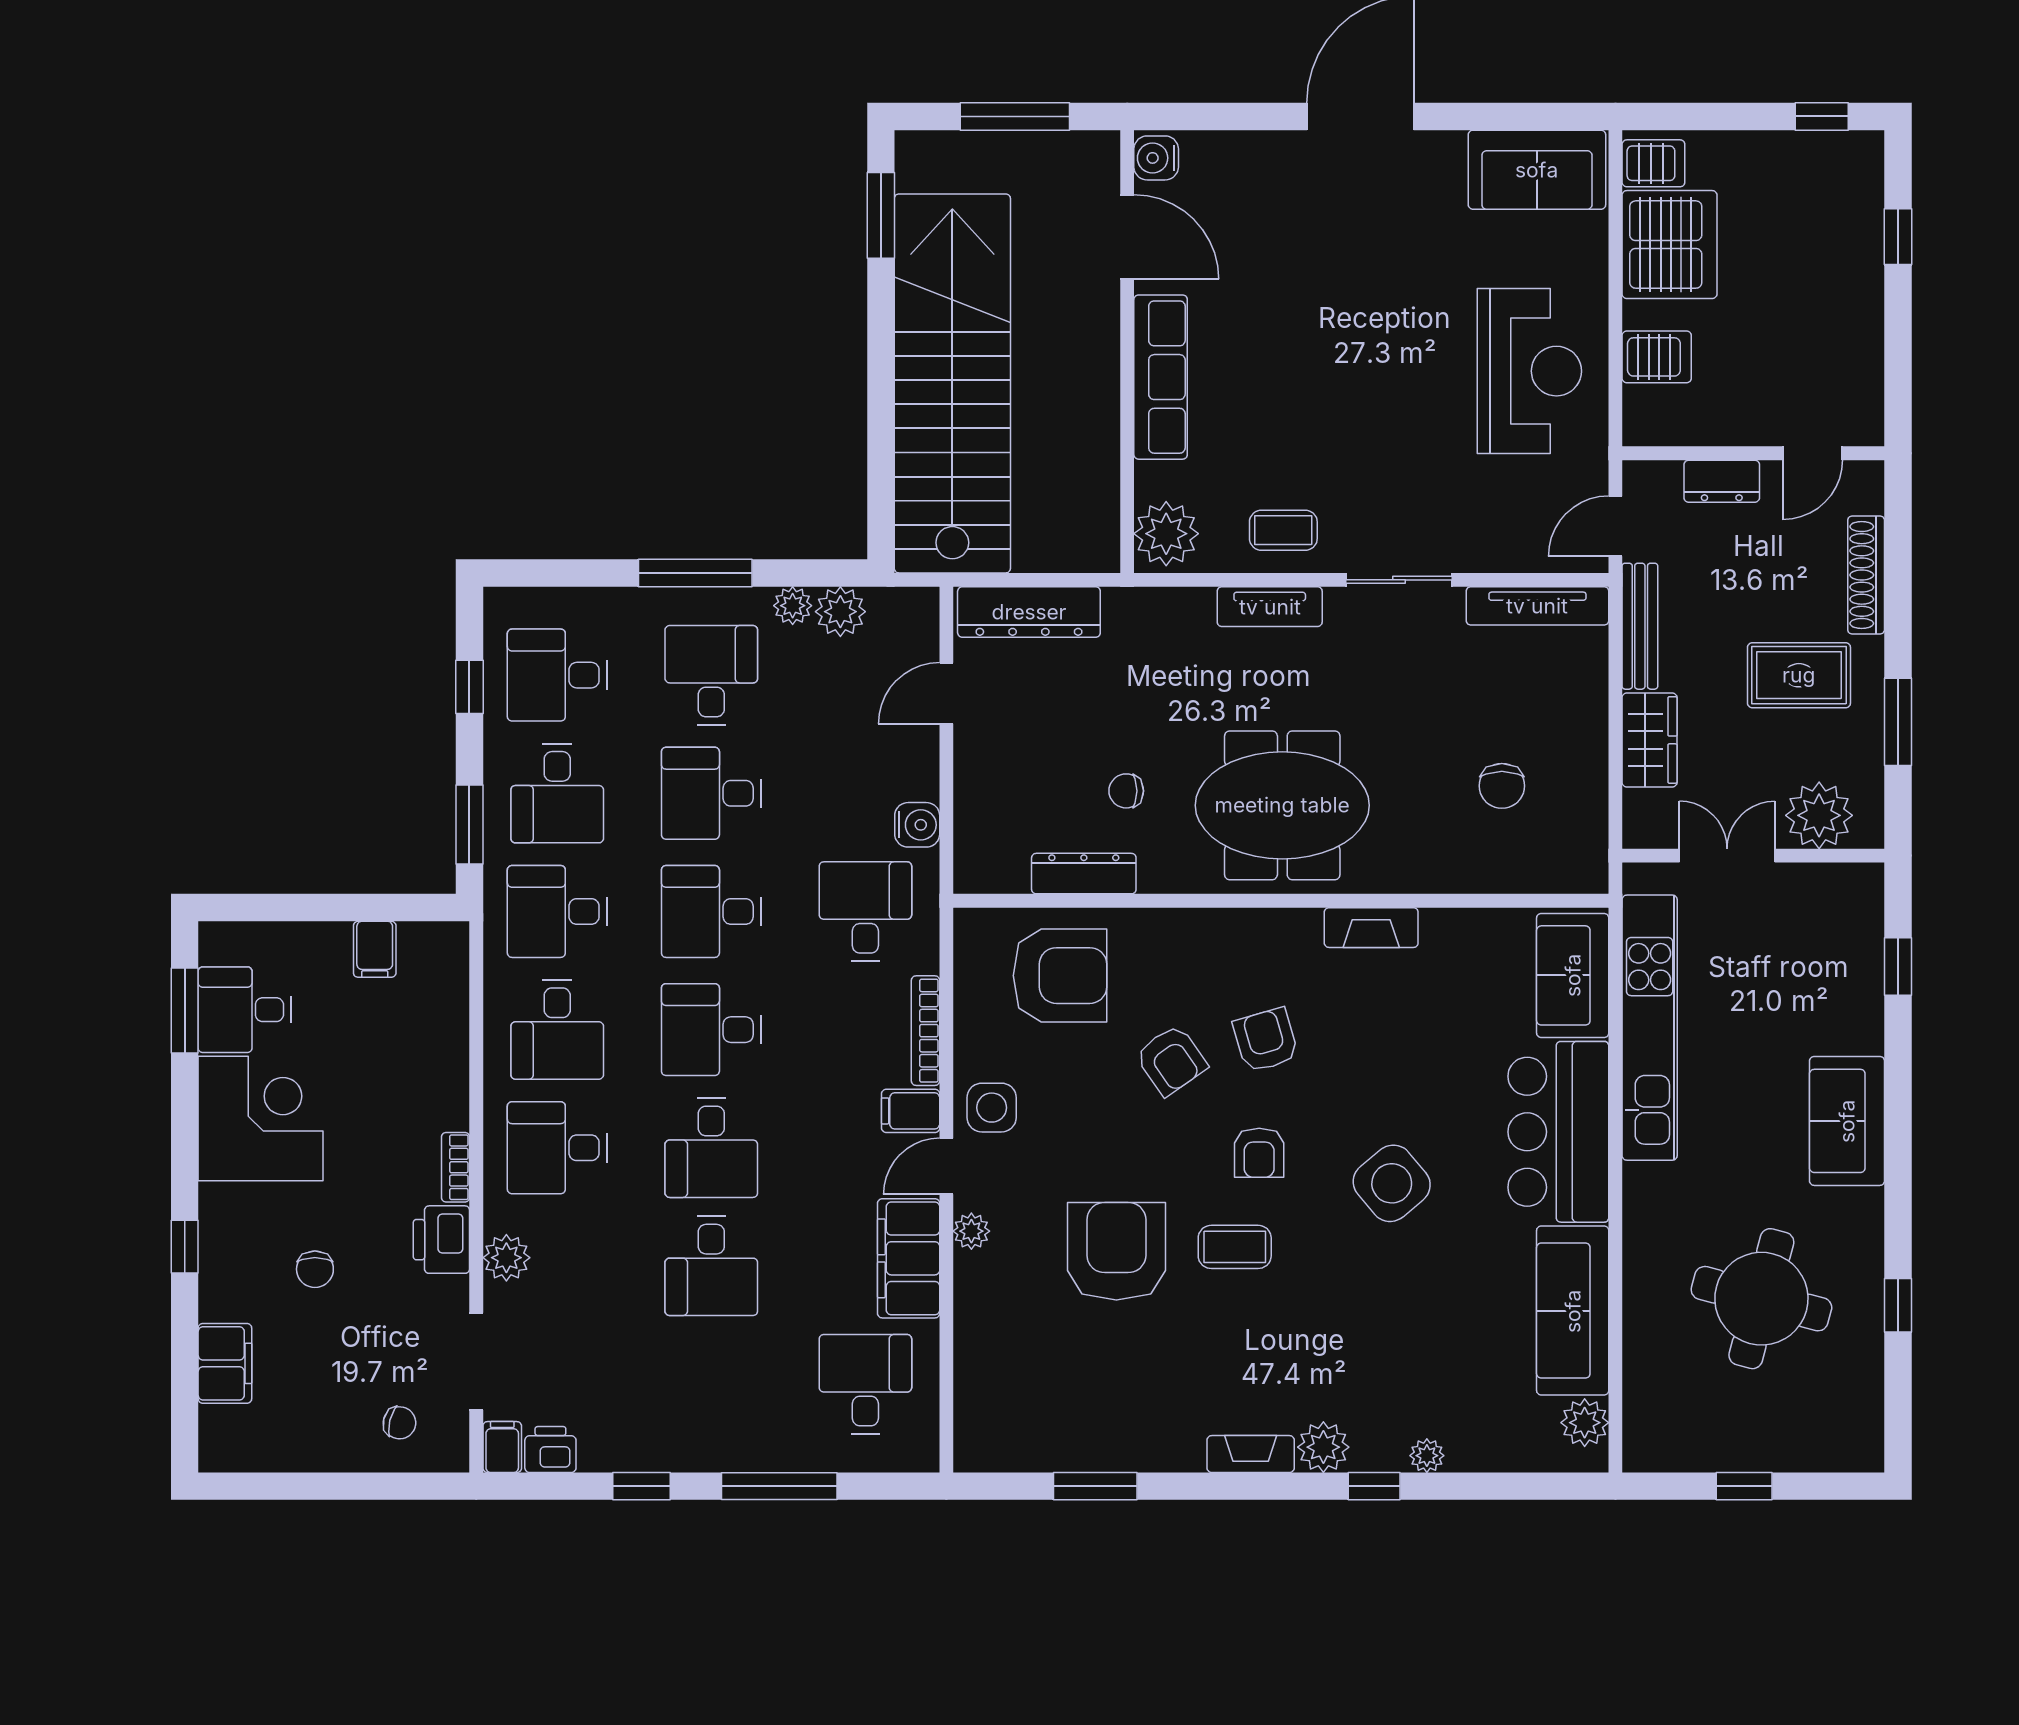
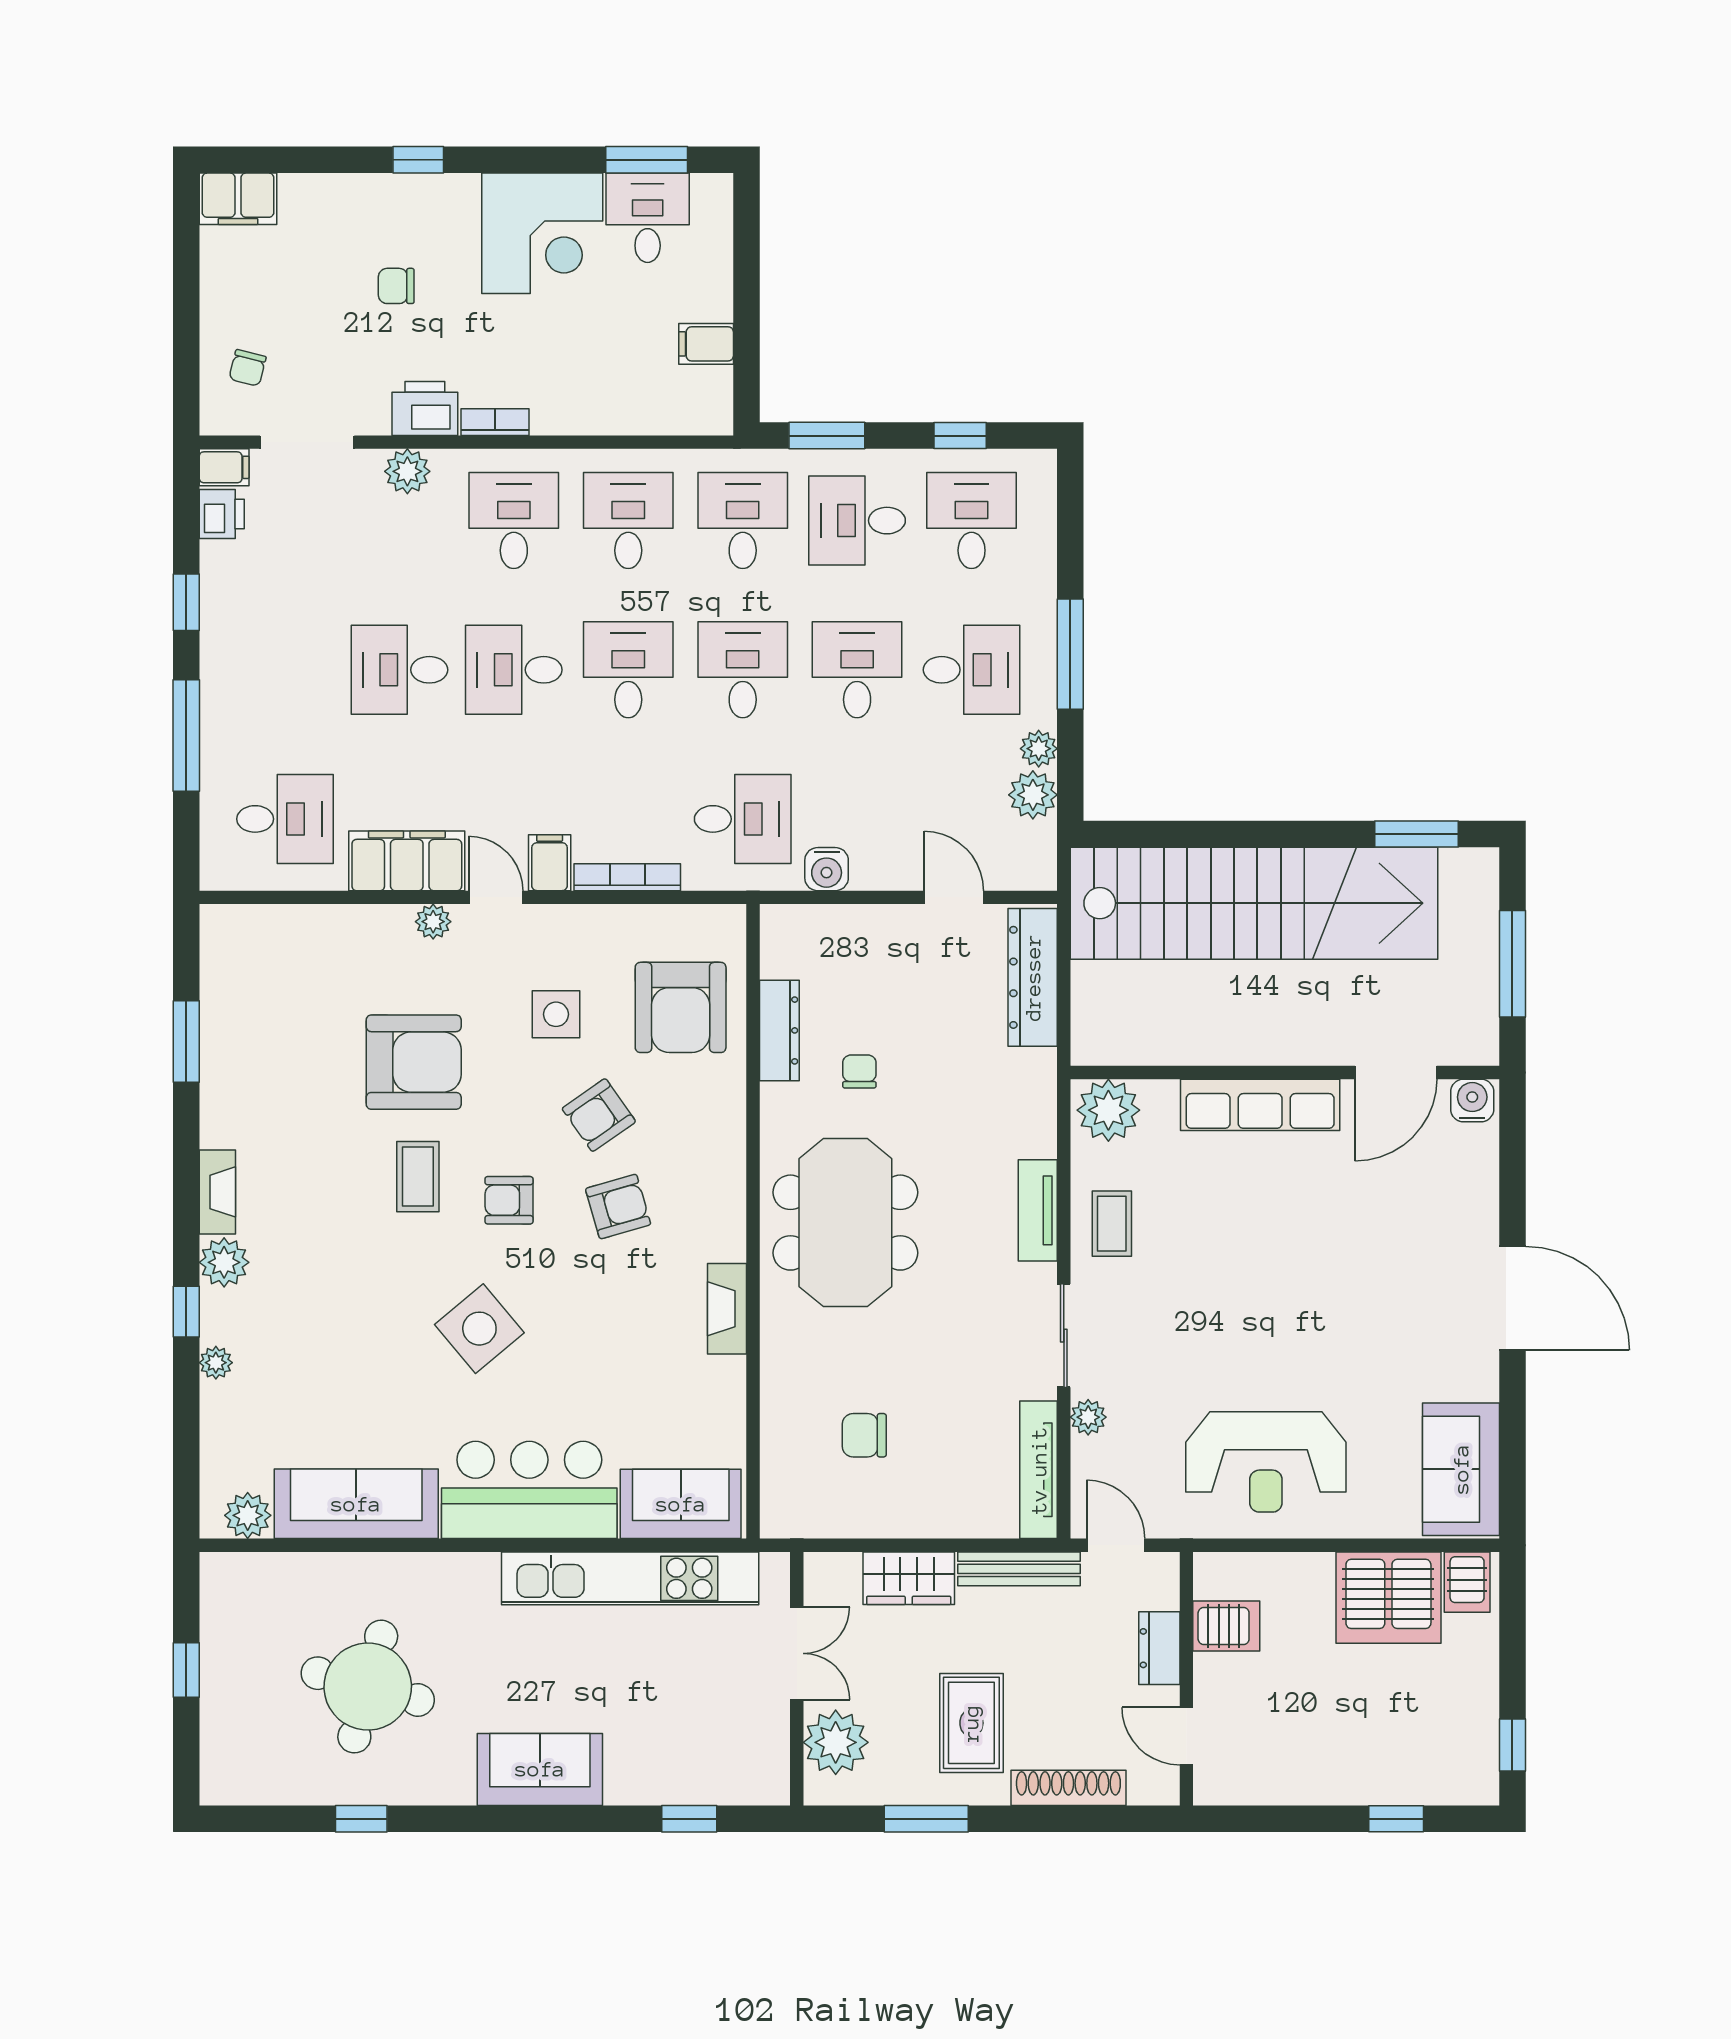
server rack: (1657, 357) -> (1226, 1626), moved, turned -90
plant: (1483, 555) -> (1088, 1417), added
desk: (557, 1030) -> (628, 521), turned 90
side table: (992, 1108) -> (556, 1014), moved
filing cabinet: (225, 1363) -> (238, 199), moved

